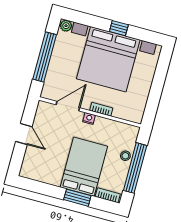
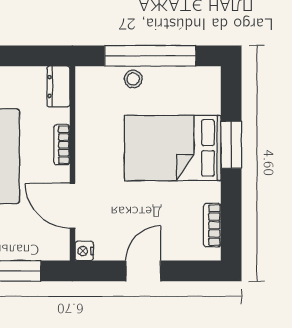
dresser: (132, 116) -> (58, 86), added
nightstand: (89, 118) -> (84, 251), moved
bookcase: (108, 195) -> (212, 225), moved

